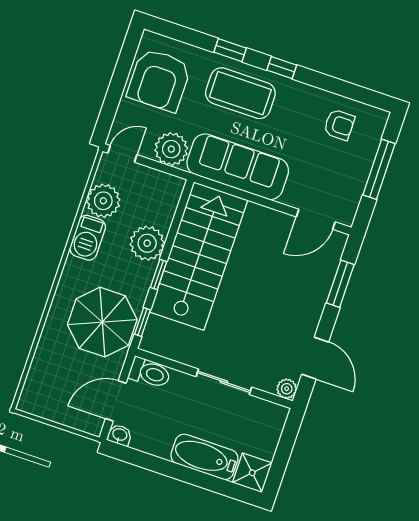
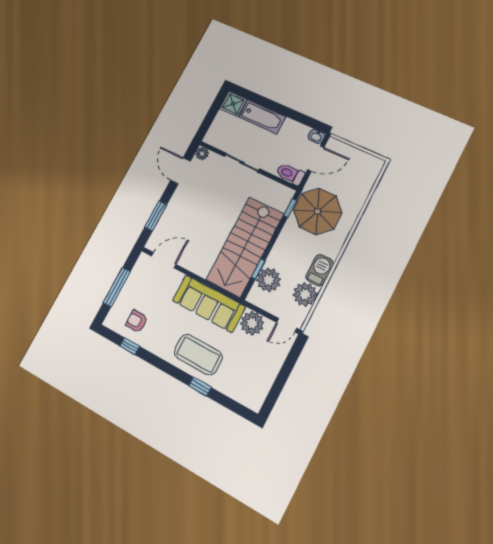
window: (282, 68) -> (130, 346), moved
armchair: (159, 80) -> (253, 374), removed
plant: (147, 243) -> (269, 280), moved
window: (159, 275) -> (258, 269), moved

